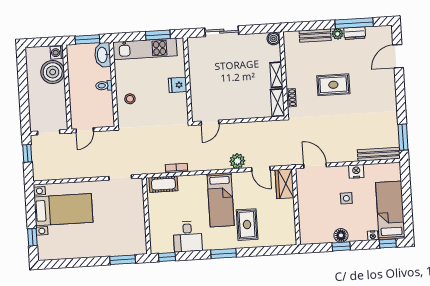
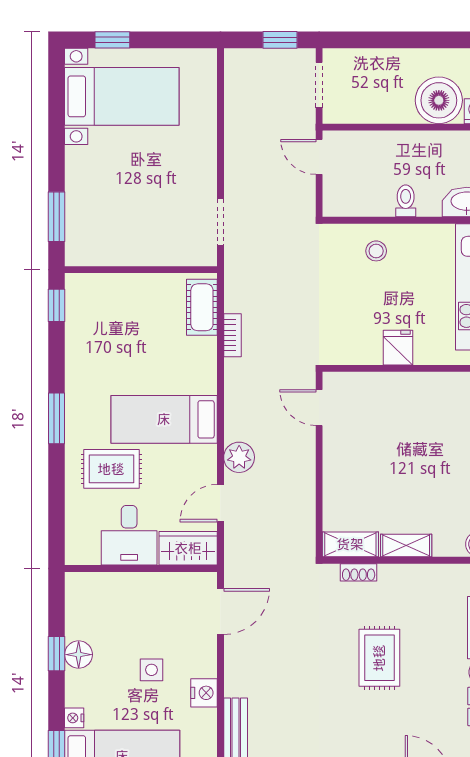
bed with nightstands: (63, 210) -> (122, 96), moved, turned -90
desk: (188, 237) -> (129, 535), moved, turned -90

